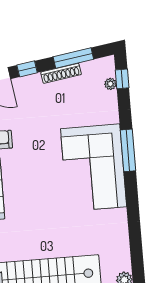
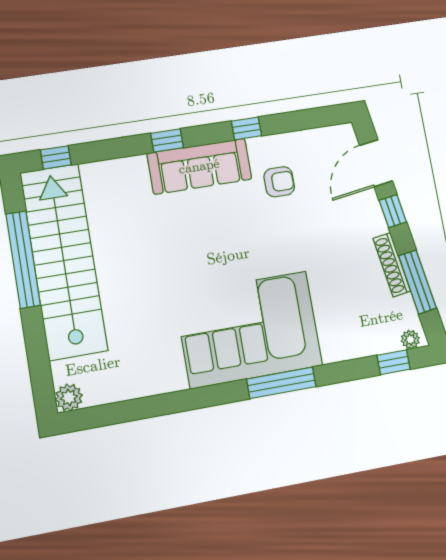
plant: (110, 84) -> (410, 340), moved

